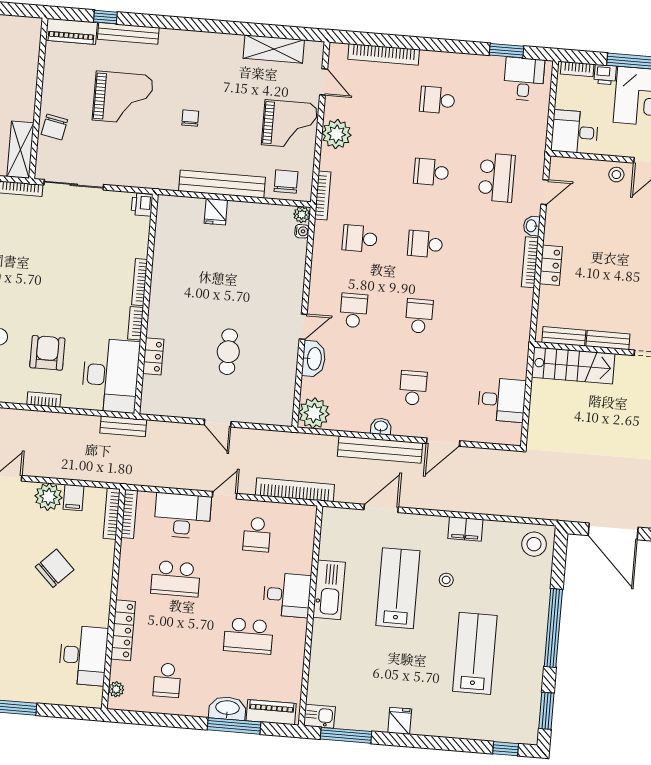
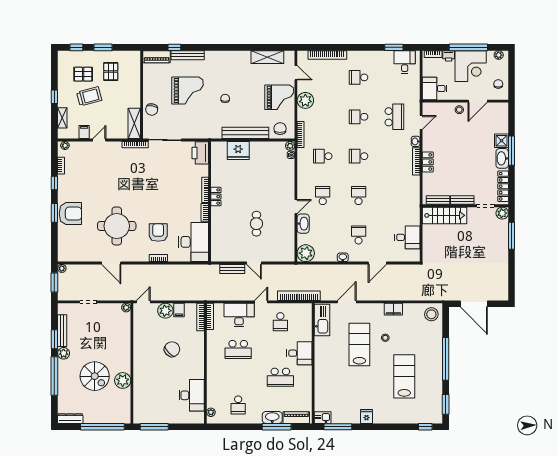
printer: (142, 205) -> (200, 153), width x1.87, depth x1.48
fridge: (216, 212) -> (238, 150), width x1.88, depth x1.34
locker: (153, 356) -> (216, 197), moved
bench: (123, 426) -> (232, 269), moved
bench: (380, 450) -> (343, 270), removed
kitchen sink: (329, 590) -> (322, 320), moved
locker: (123, 630) -> (212, 380), removed

